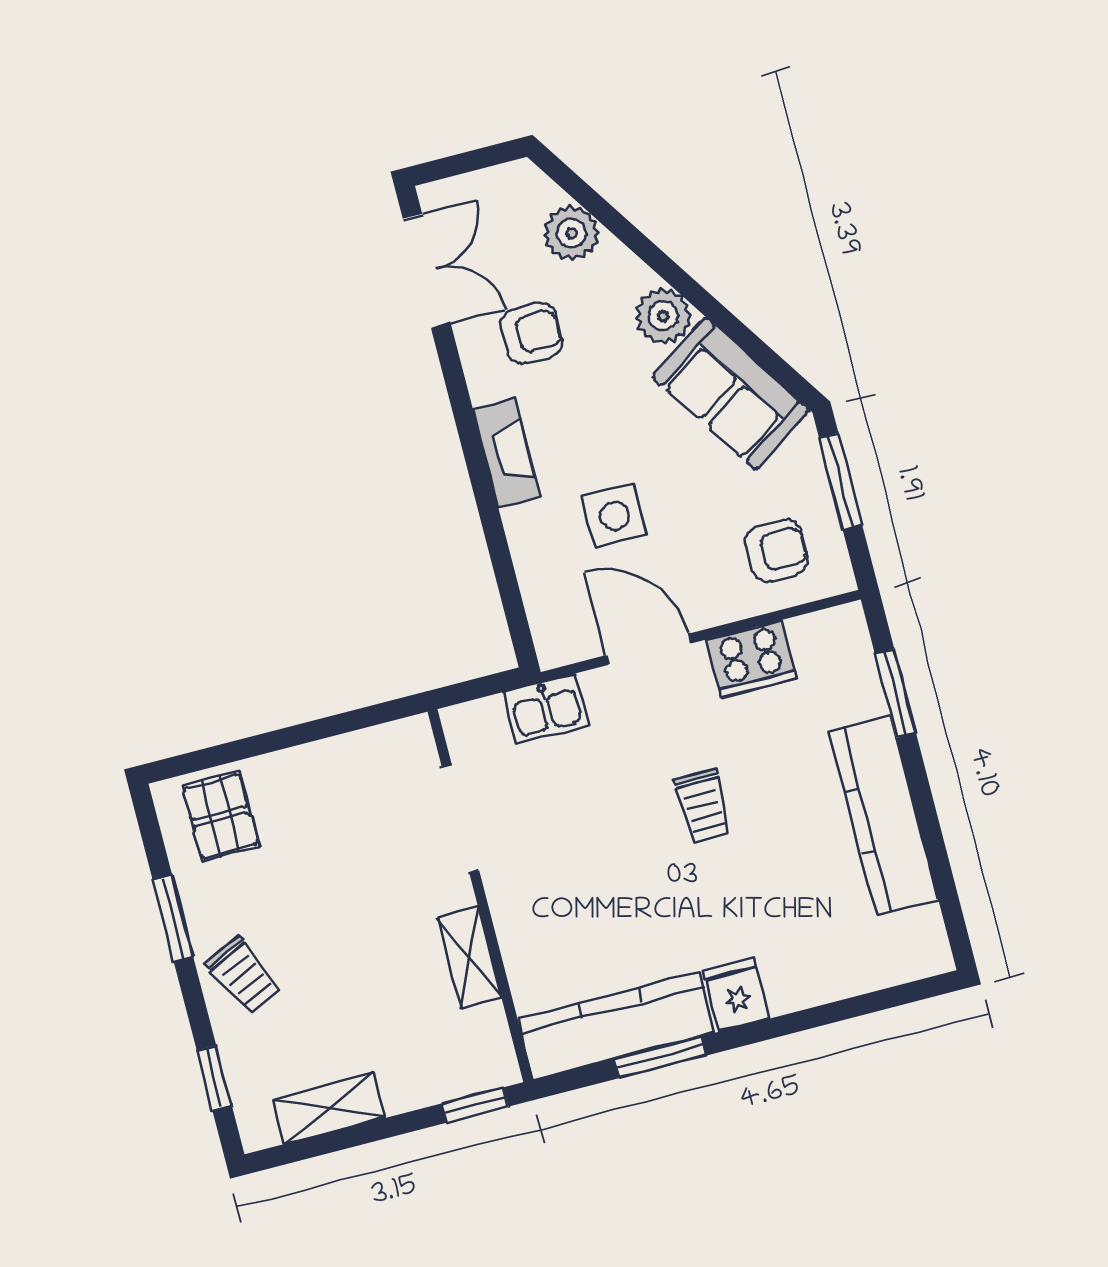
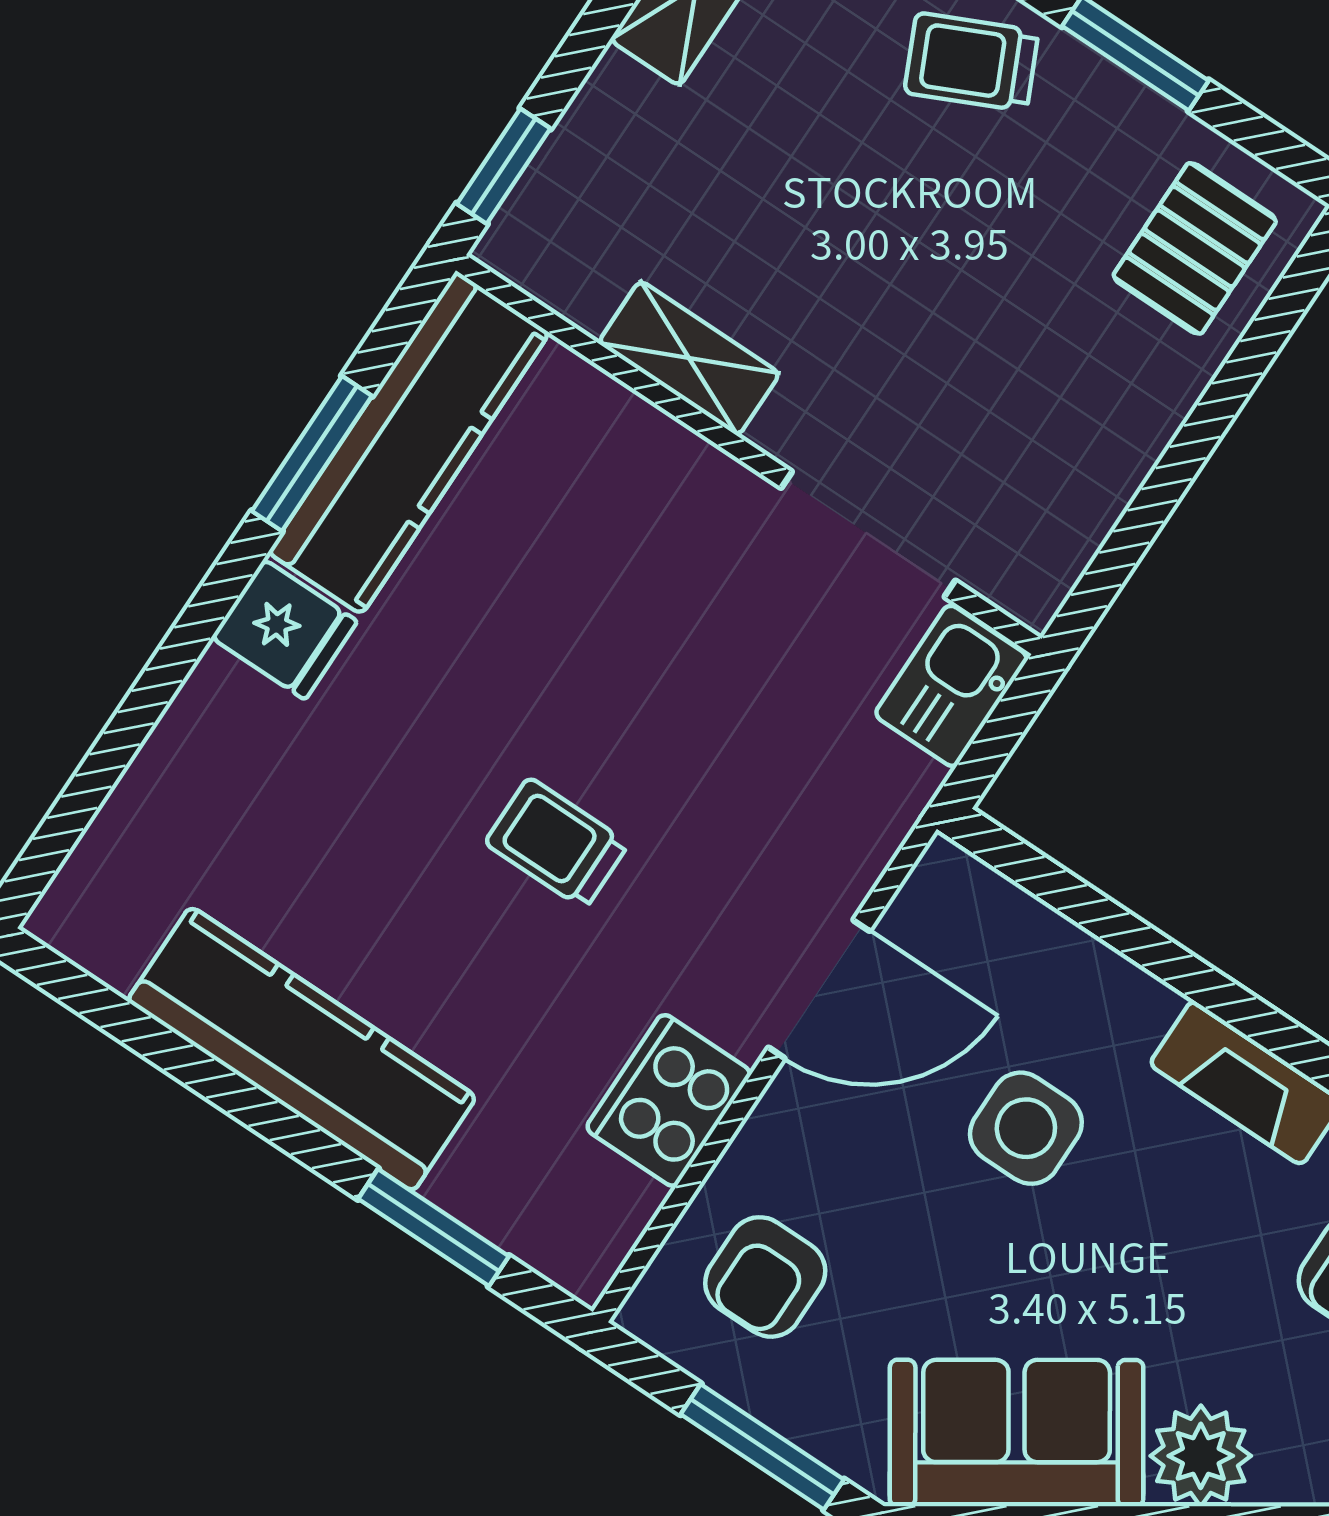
kitchen sink: (546, 709) -> (952, 686), moved
pallet: (220, 816) -> (1195, 248), turned 90

